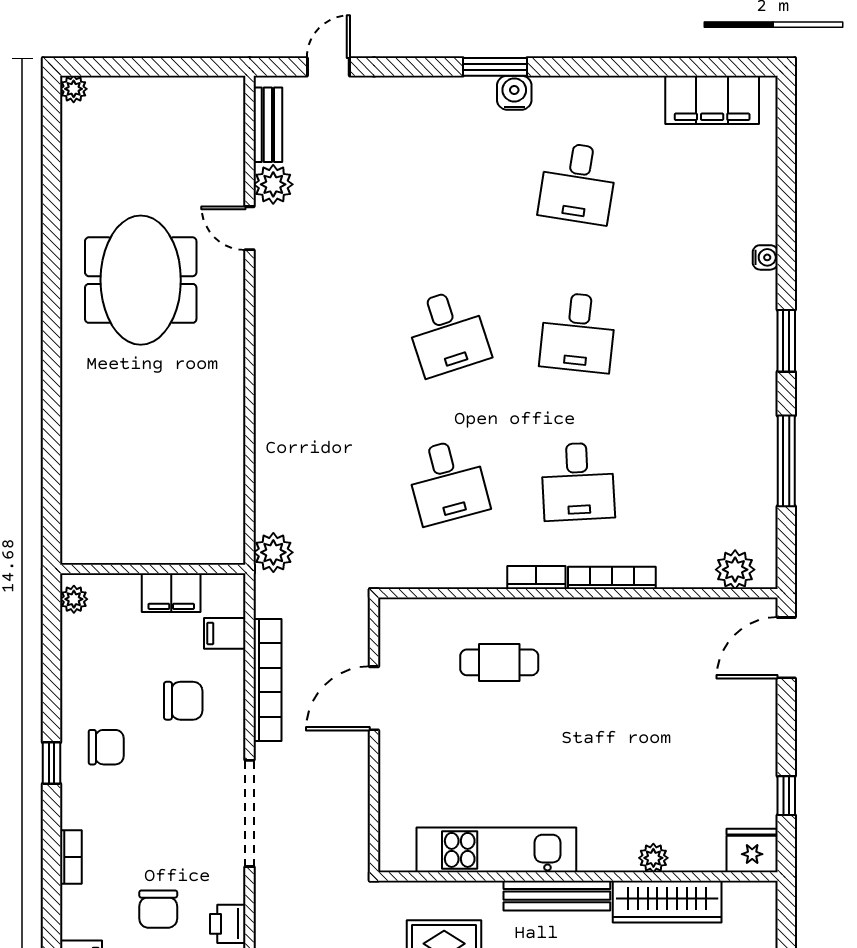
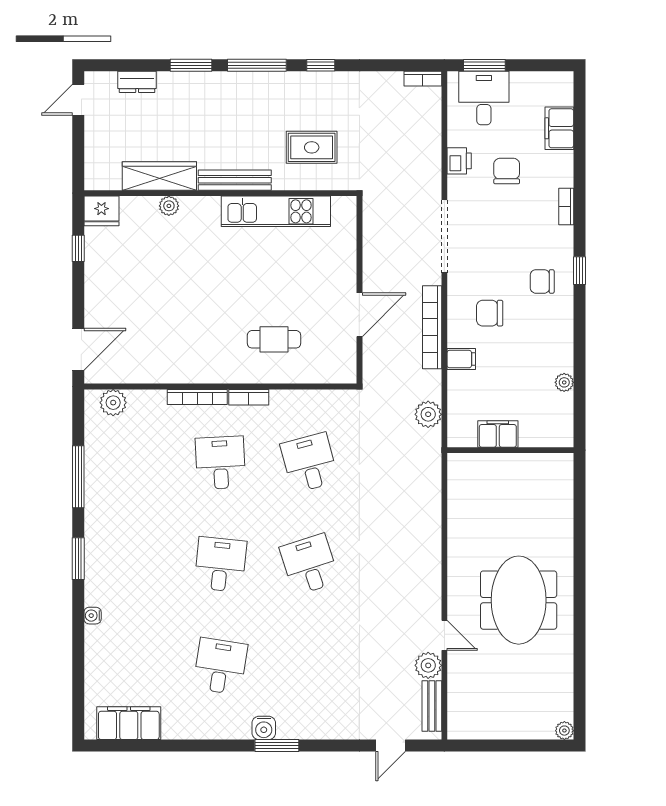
wall: (153, 569) -> (510, 450), moved
filing cabinet: (171, 593) -> (498, 434), moved

